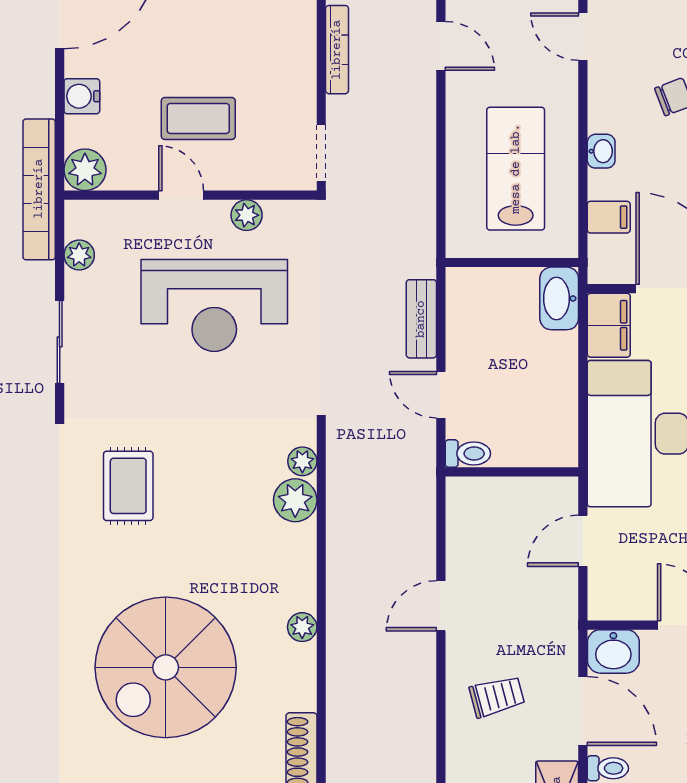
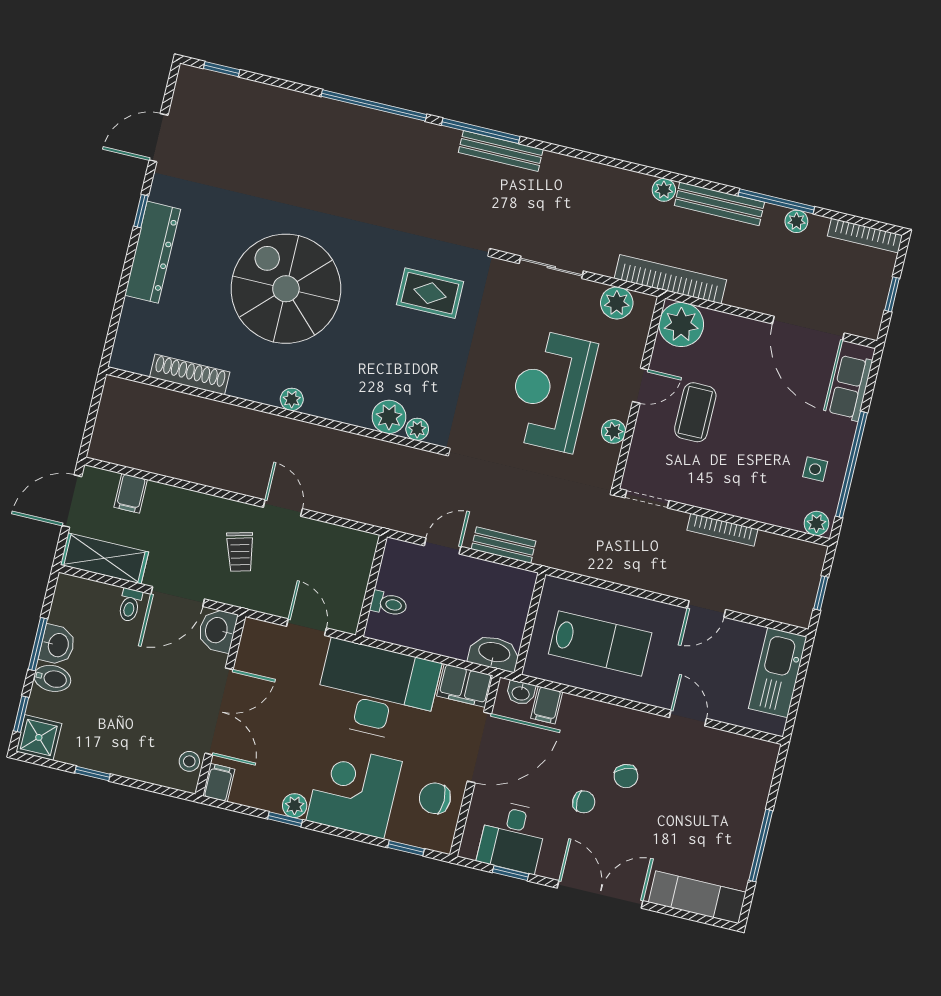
door: (583, 37) -> (688, 718), hinge flipped
water cooler: (82, 96) -> (733, 328), removed
washbasin: (601, 151) -> (521, 693), moved
plant: (85, 170) -> (681, 325), width x1.36, depth x1.36
plant: (79, 255) -> (617, 303), width x1.38, depth x1.38
toilet: (468, 453) -> (389, 604), moved, turned -90
trolley: (497, 696) -> (240, 552), moved

